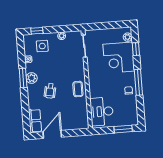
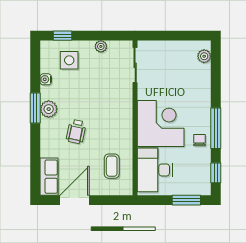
window: (136, 49) -> (216, 173), moved
corner desk: (119, 58) -> (161, 123), moved, turned 180
coffee table: (78, 89) -> (112, 166), moved

